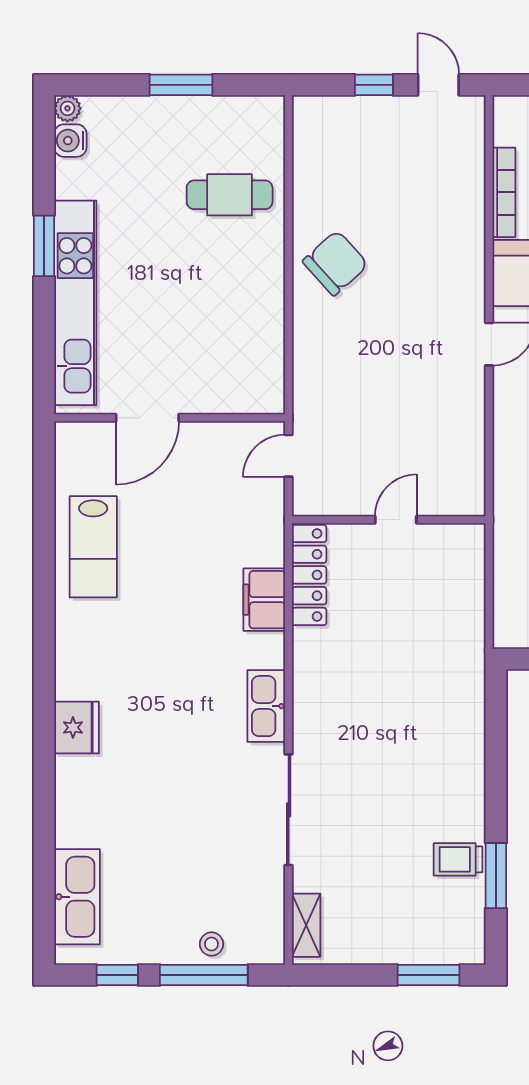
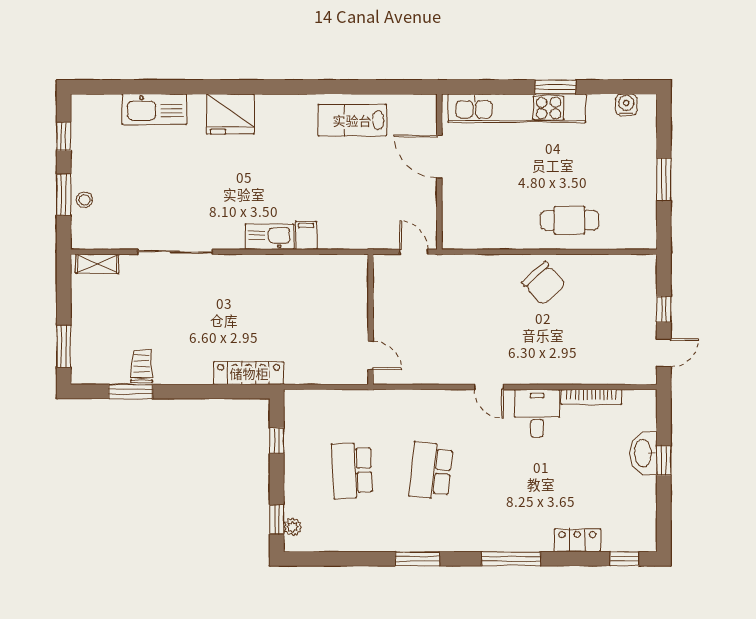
plant: (67, 108) -> (648, 103), removed
cafe table: (230, 195) -> (570, 220), moved, turned 90
door: (396, 520) -> (371, 355), moved
locker: (309, 575) -> (249, 373), moved, turned 180
filing cabinet: (264, 600) -> (306, 235), width x0.50
kitchen sink: (266, 706) -> (270, 237), moved
fridge: (77, 727) -> (230, 114), width x1.36, depth x1.34
kitchen sink: (77, 897) -> (154, 109), moved
window: (204, 975) -> (64, 195), width x0.69

